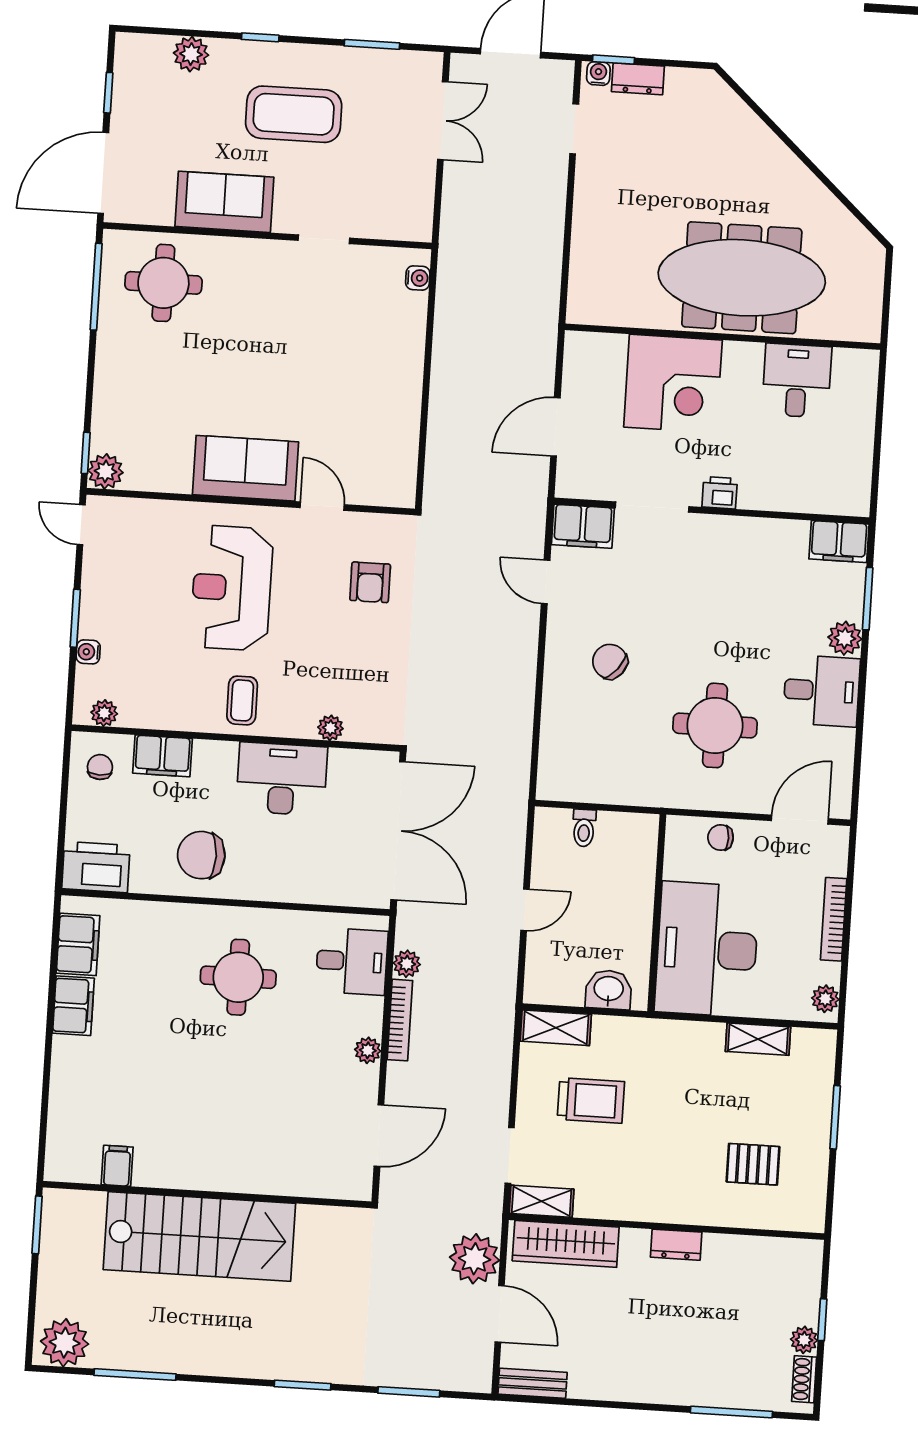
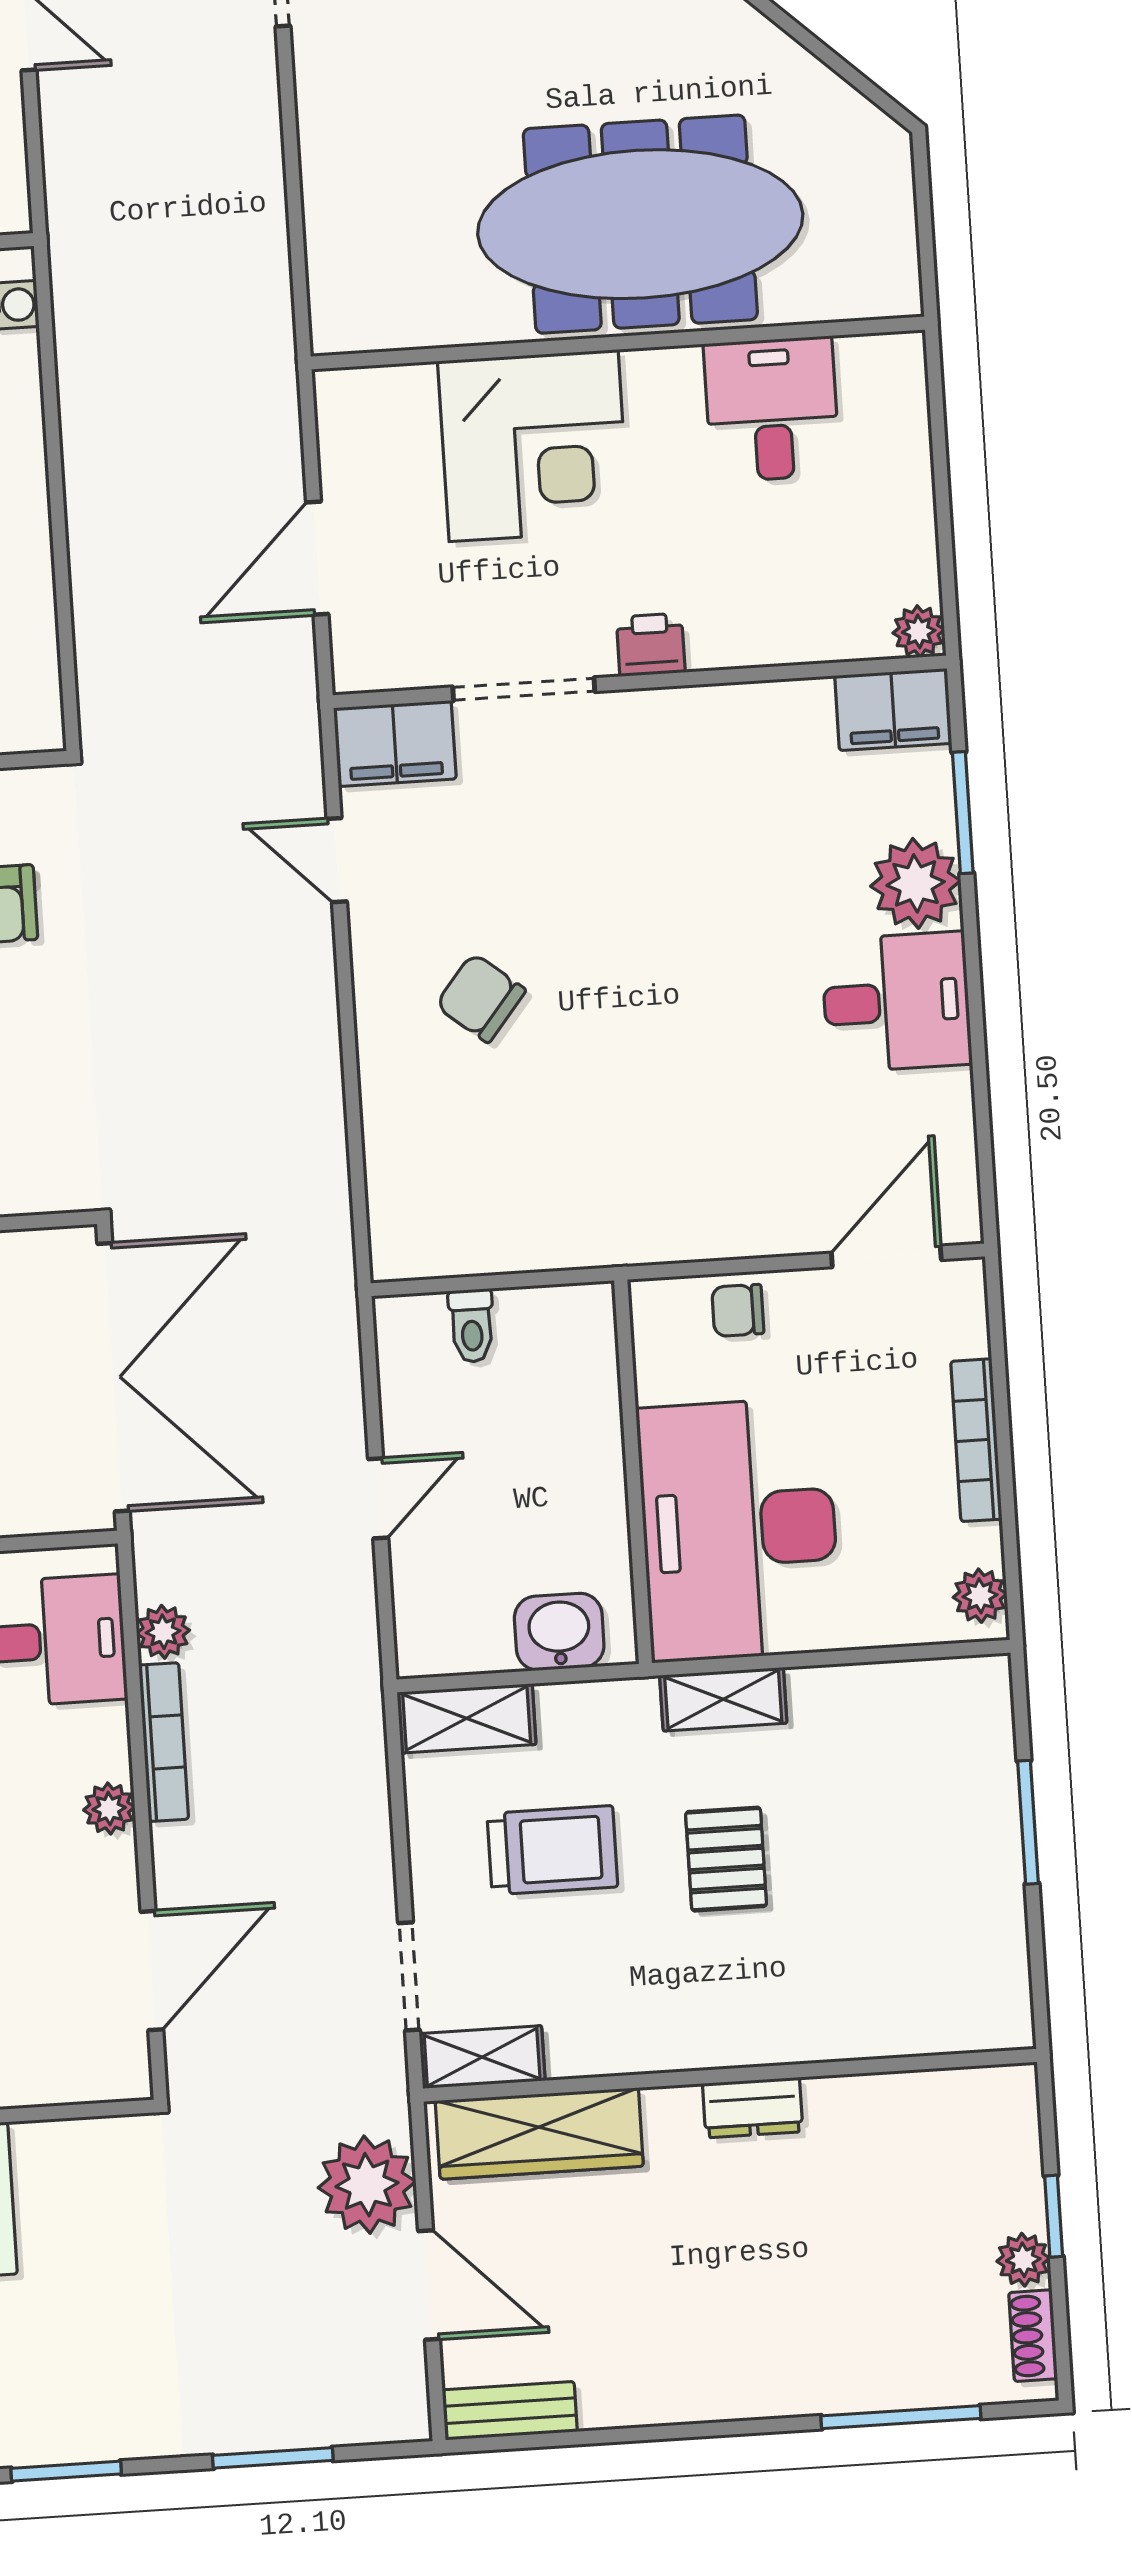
plant: (857, 503) -> (919, 631), added
plant: (845, 638) -> (916, 883), width x1.36, depth x1.36
round table: (715, 725) -> (699, 1095), removed
shelving: (758, 1039) -> (723, 1699), moved
pallet: (753, 1164) -> (726, 1859), moved, turned 90

